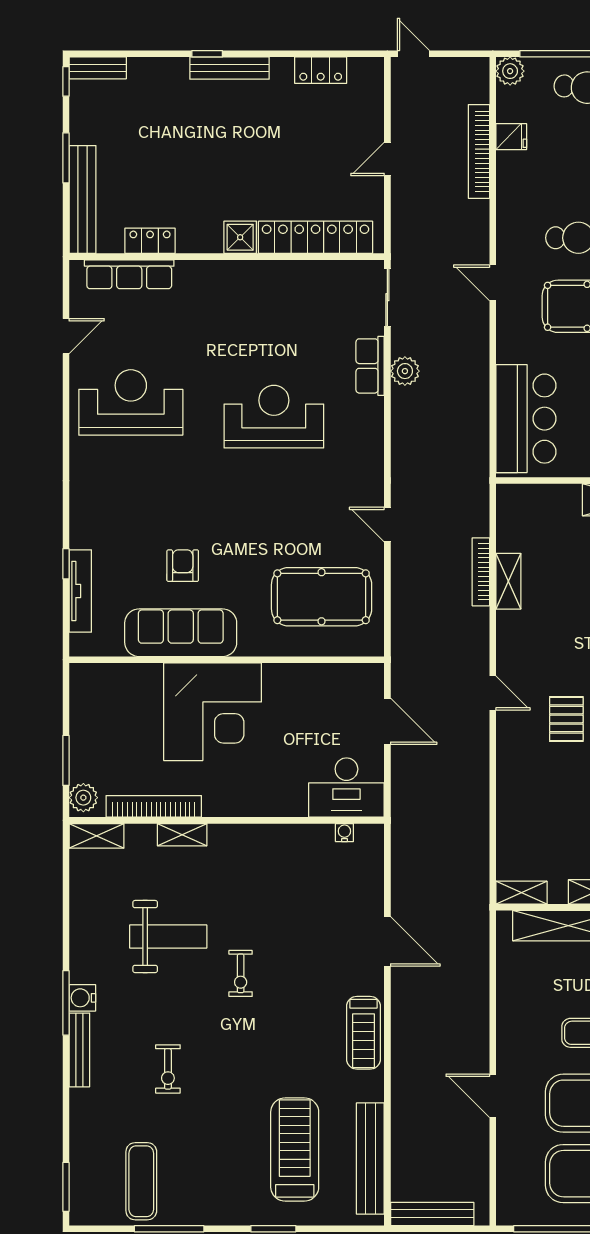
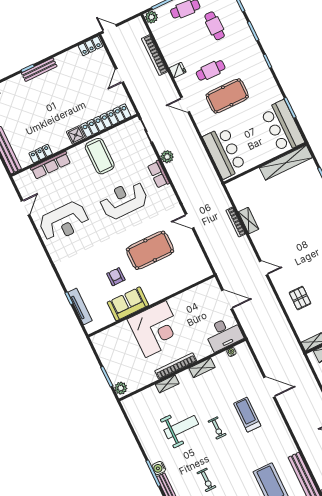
locker: (321, 70) -> (90, 46), moved
fridge: (511, 137) -> (178, 70), moved
row of seats: (129, 274) -> (51, 165), moved
coffee table: (268, 304) -> (100, 156), added
row of seats: (370, 366) -> (158, 174), moved
reception desk: (131, 402) -> (64, 222), turned 180
pool table: (322, 597) -> (150, 250), moved
sofa: (181, 633) -> (128, 304), width x0.73
pallet: (566, 719) -> (300, 298), moved
bookcase: (154, 806) -> (176, 366), moved
shelving: (97, 836) -> (202, 368), moved
treadmill: (364, 1033) -> (247, 415), moved, turned 180

